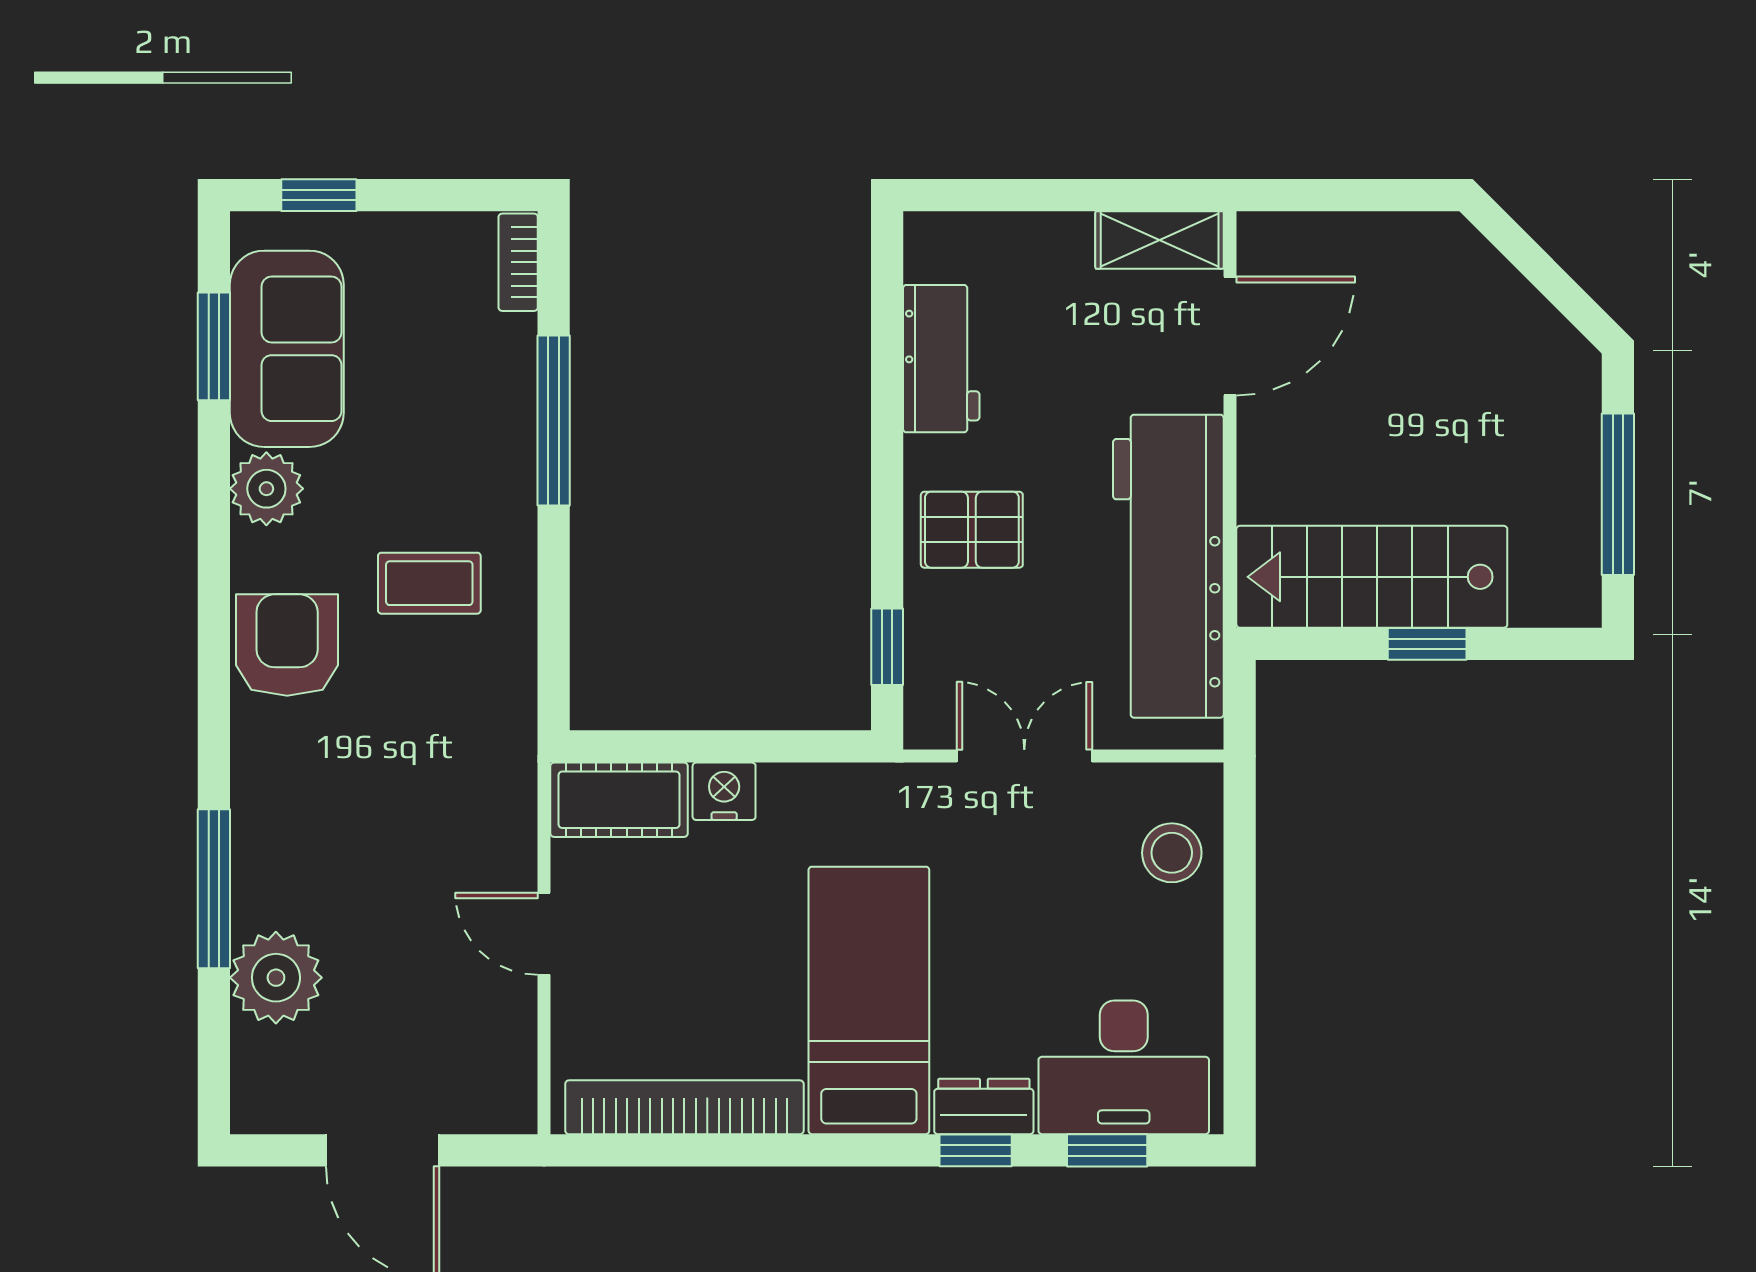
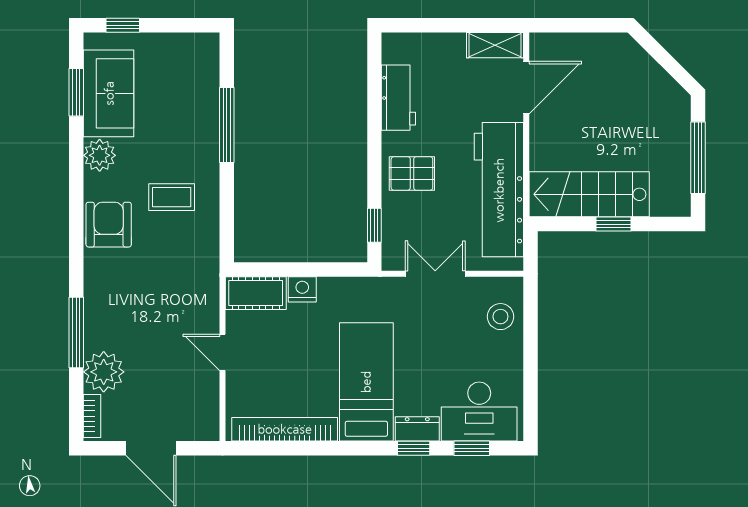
bookcase: (518, 262) -> (92, 416), moved, turned 180

